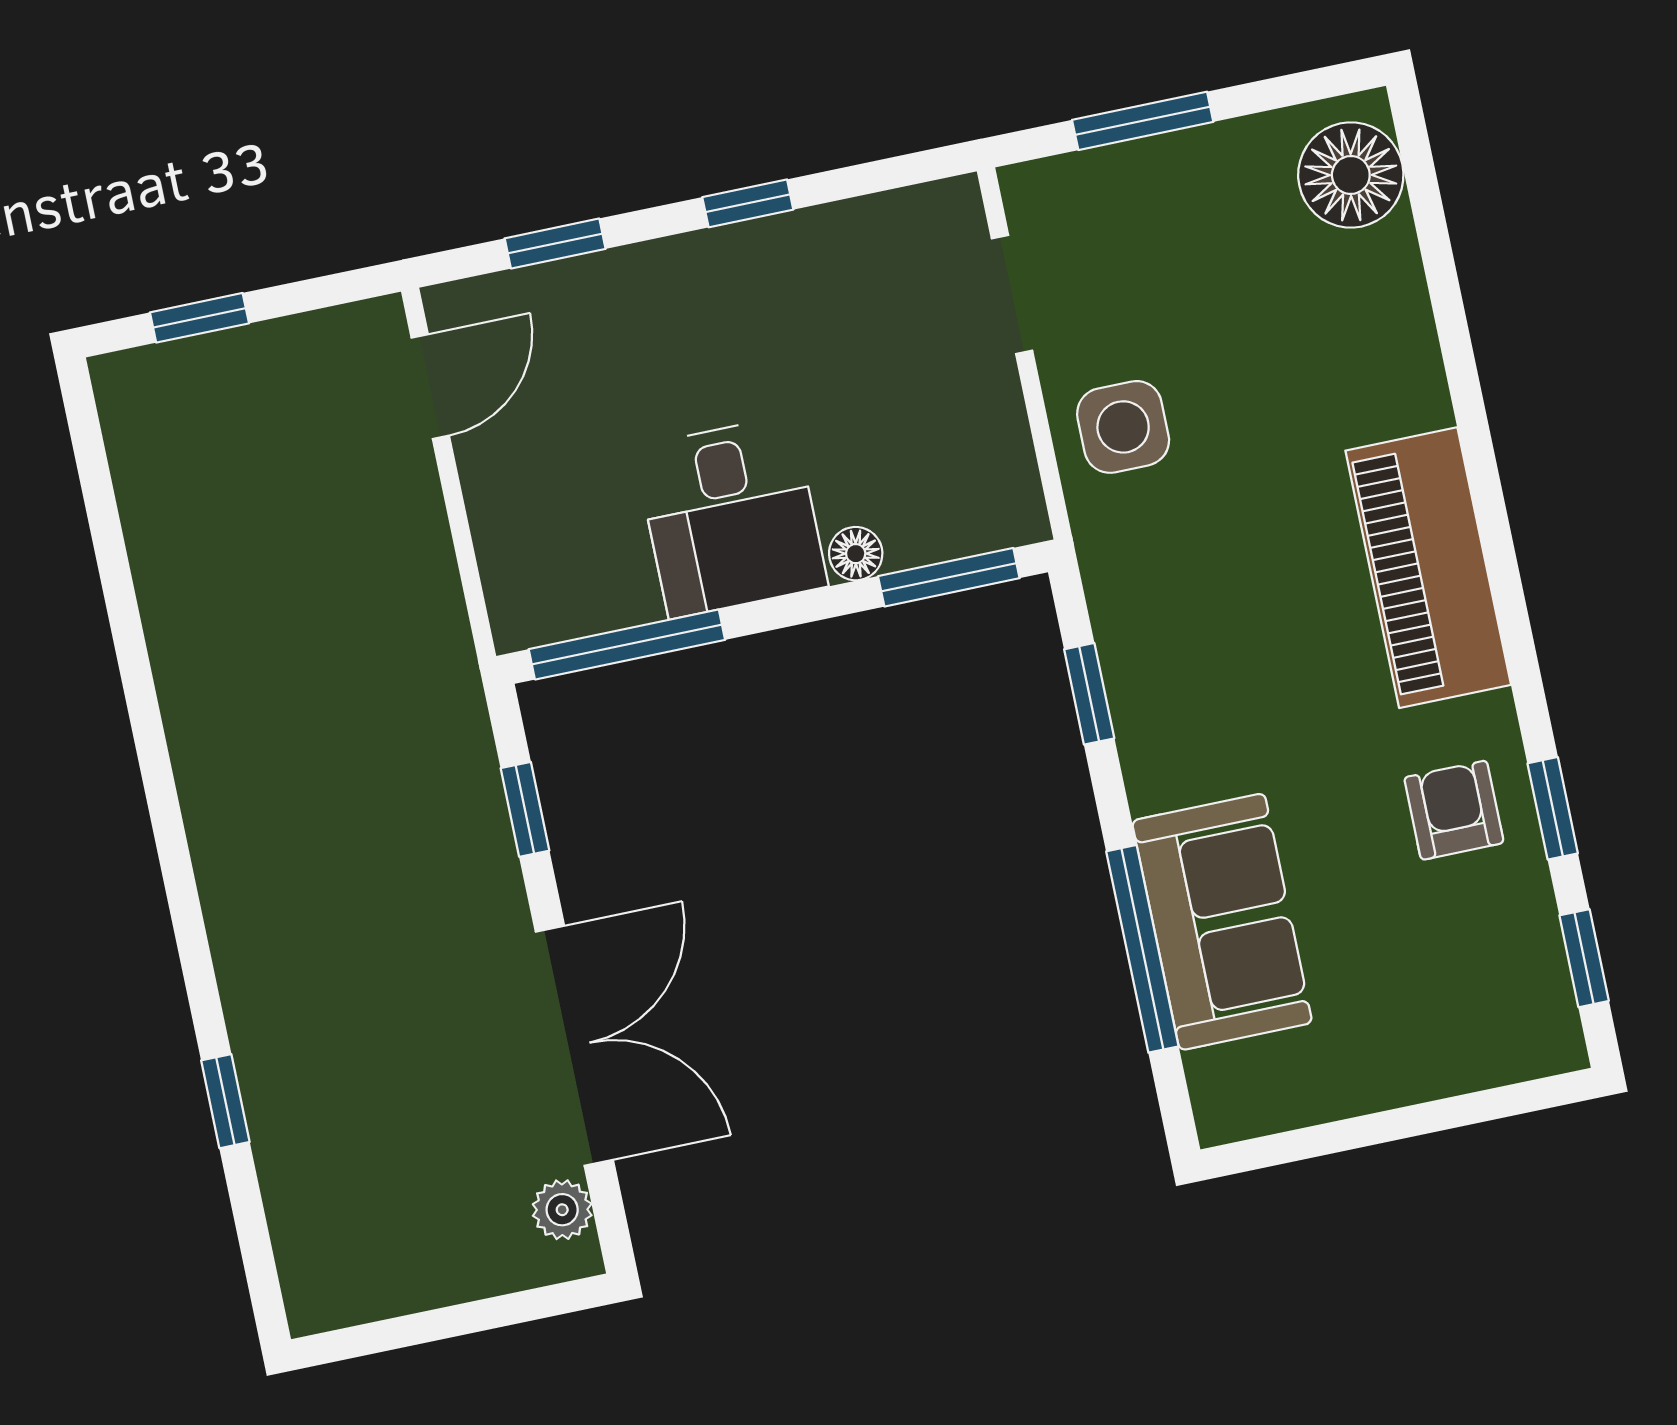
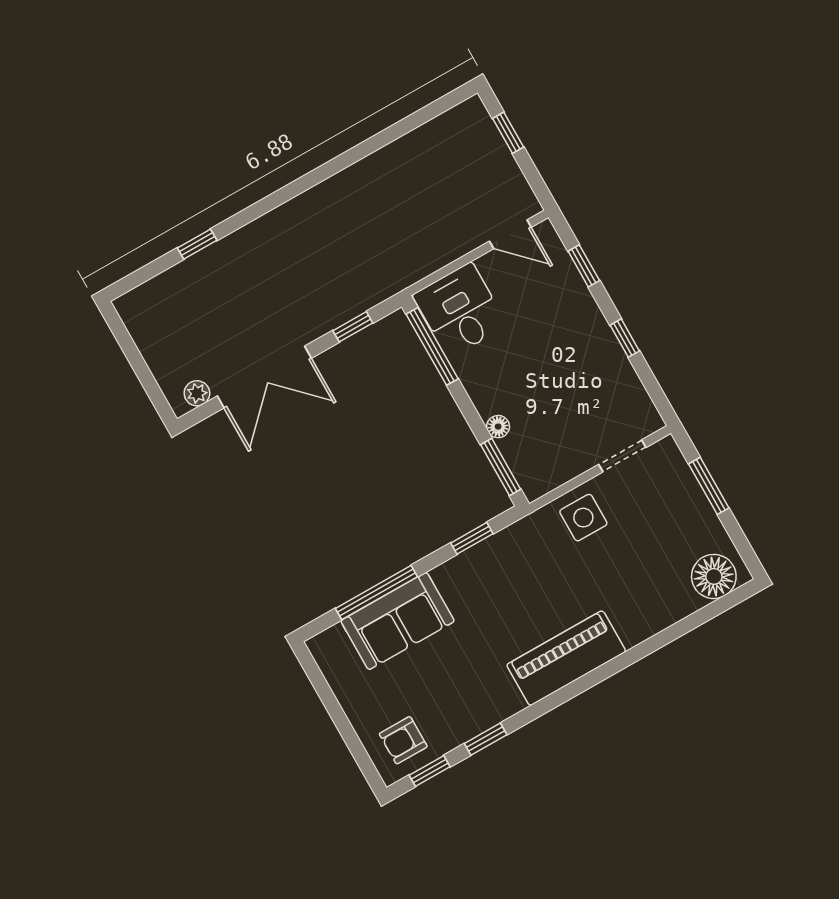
desk: (731, 517) -> (460, 310), moved, turned 90
armchair: (1454, 810) -> (403, 740), moved, turned 180

